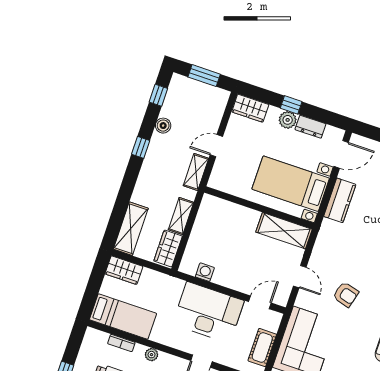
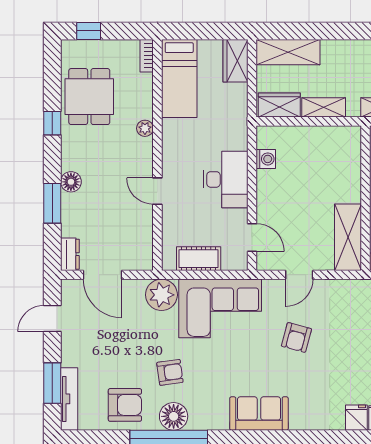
desk: (208, 312) -> (226, 179), width x0.73, depth x0.77
bookcase: (121, 343) -> (147, 56), moved

